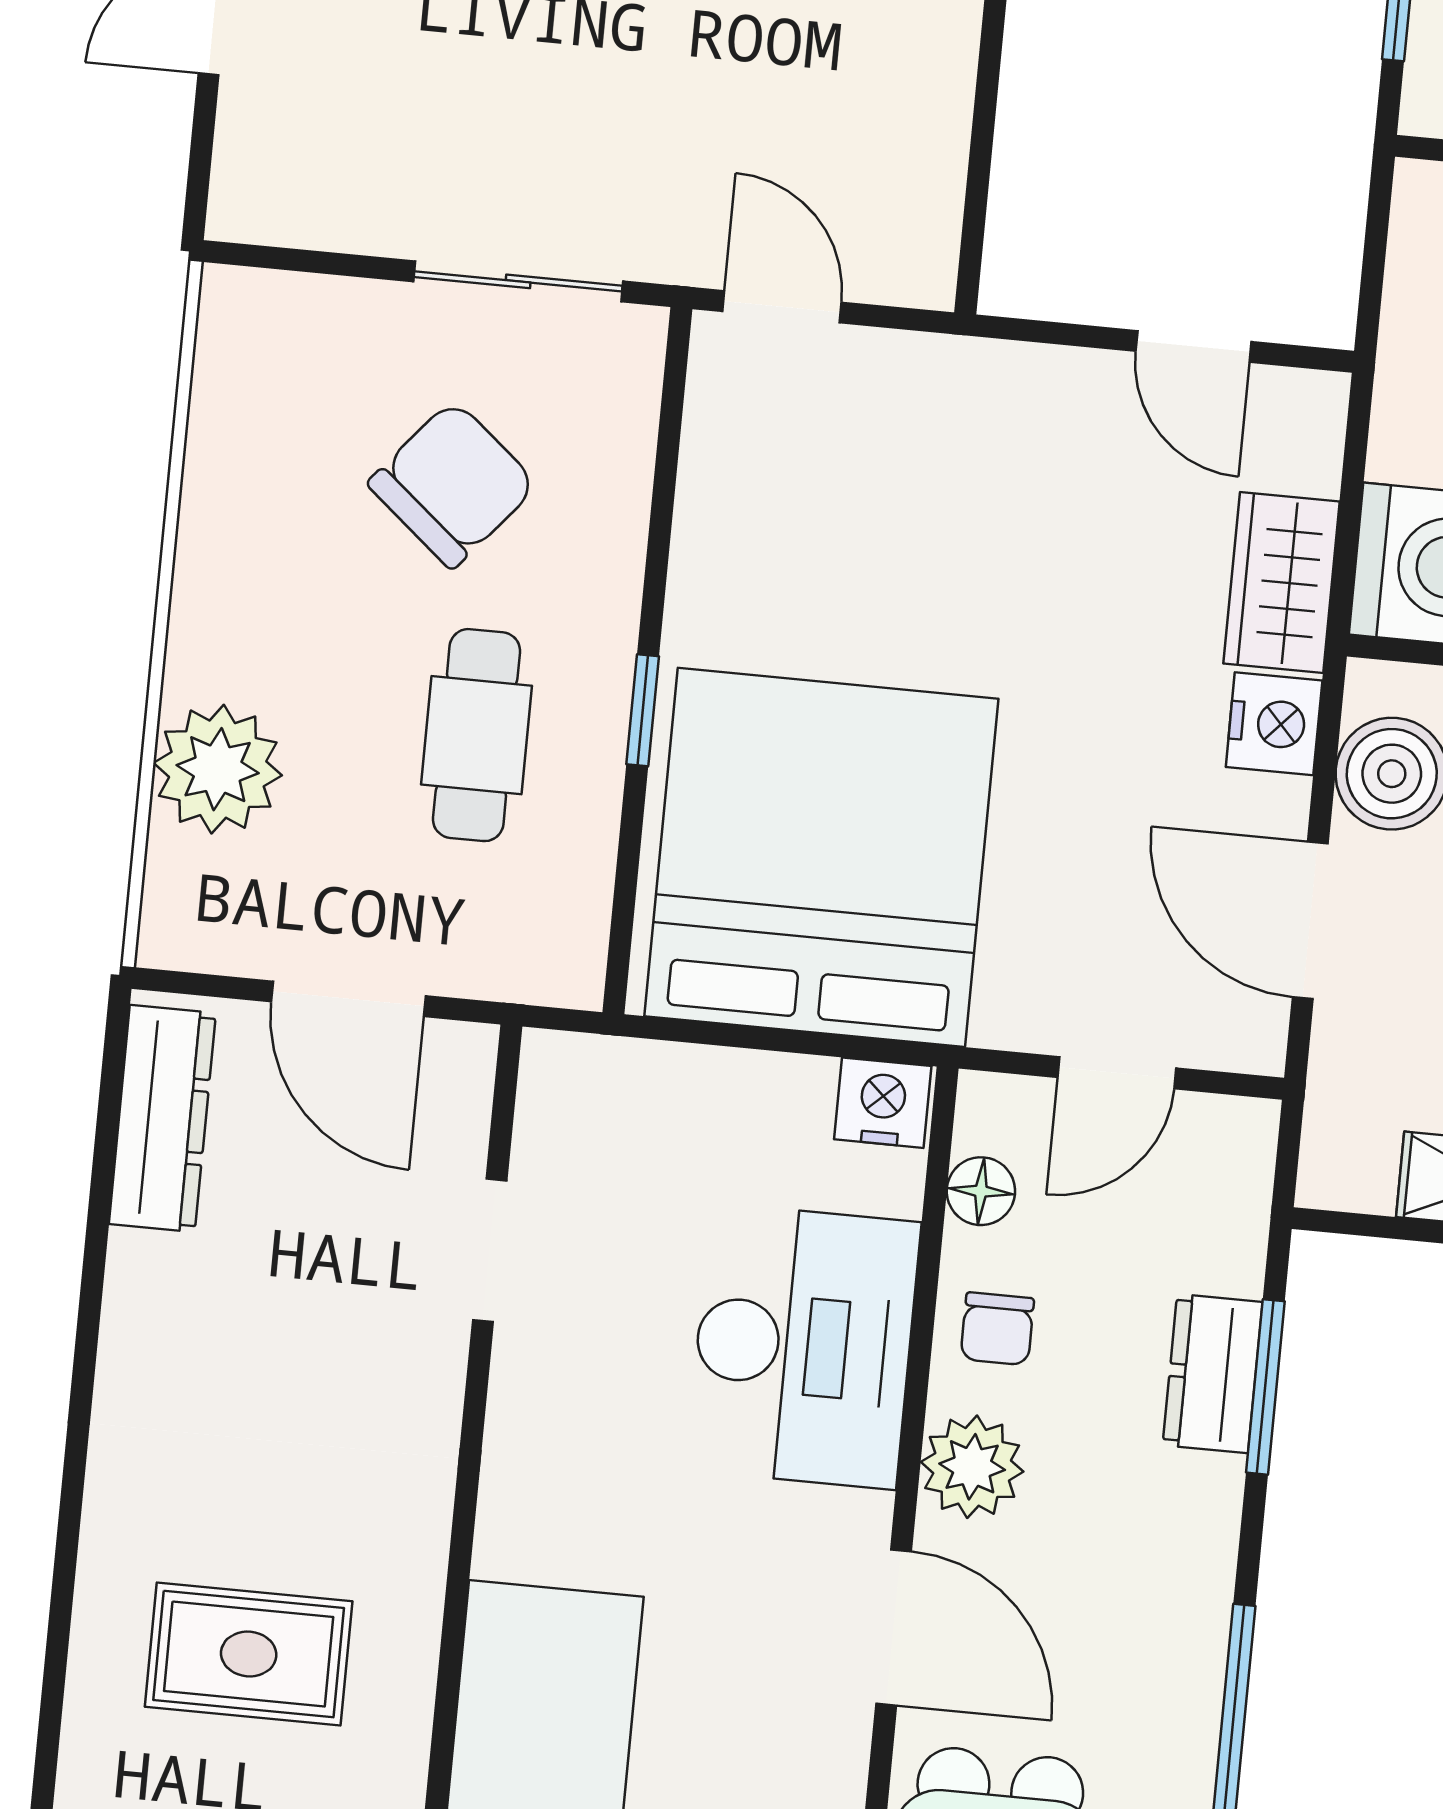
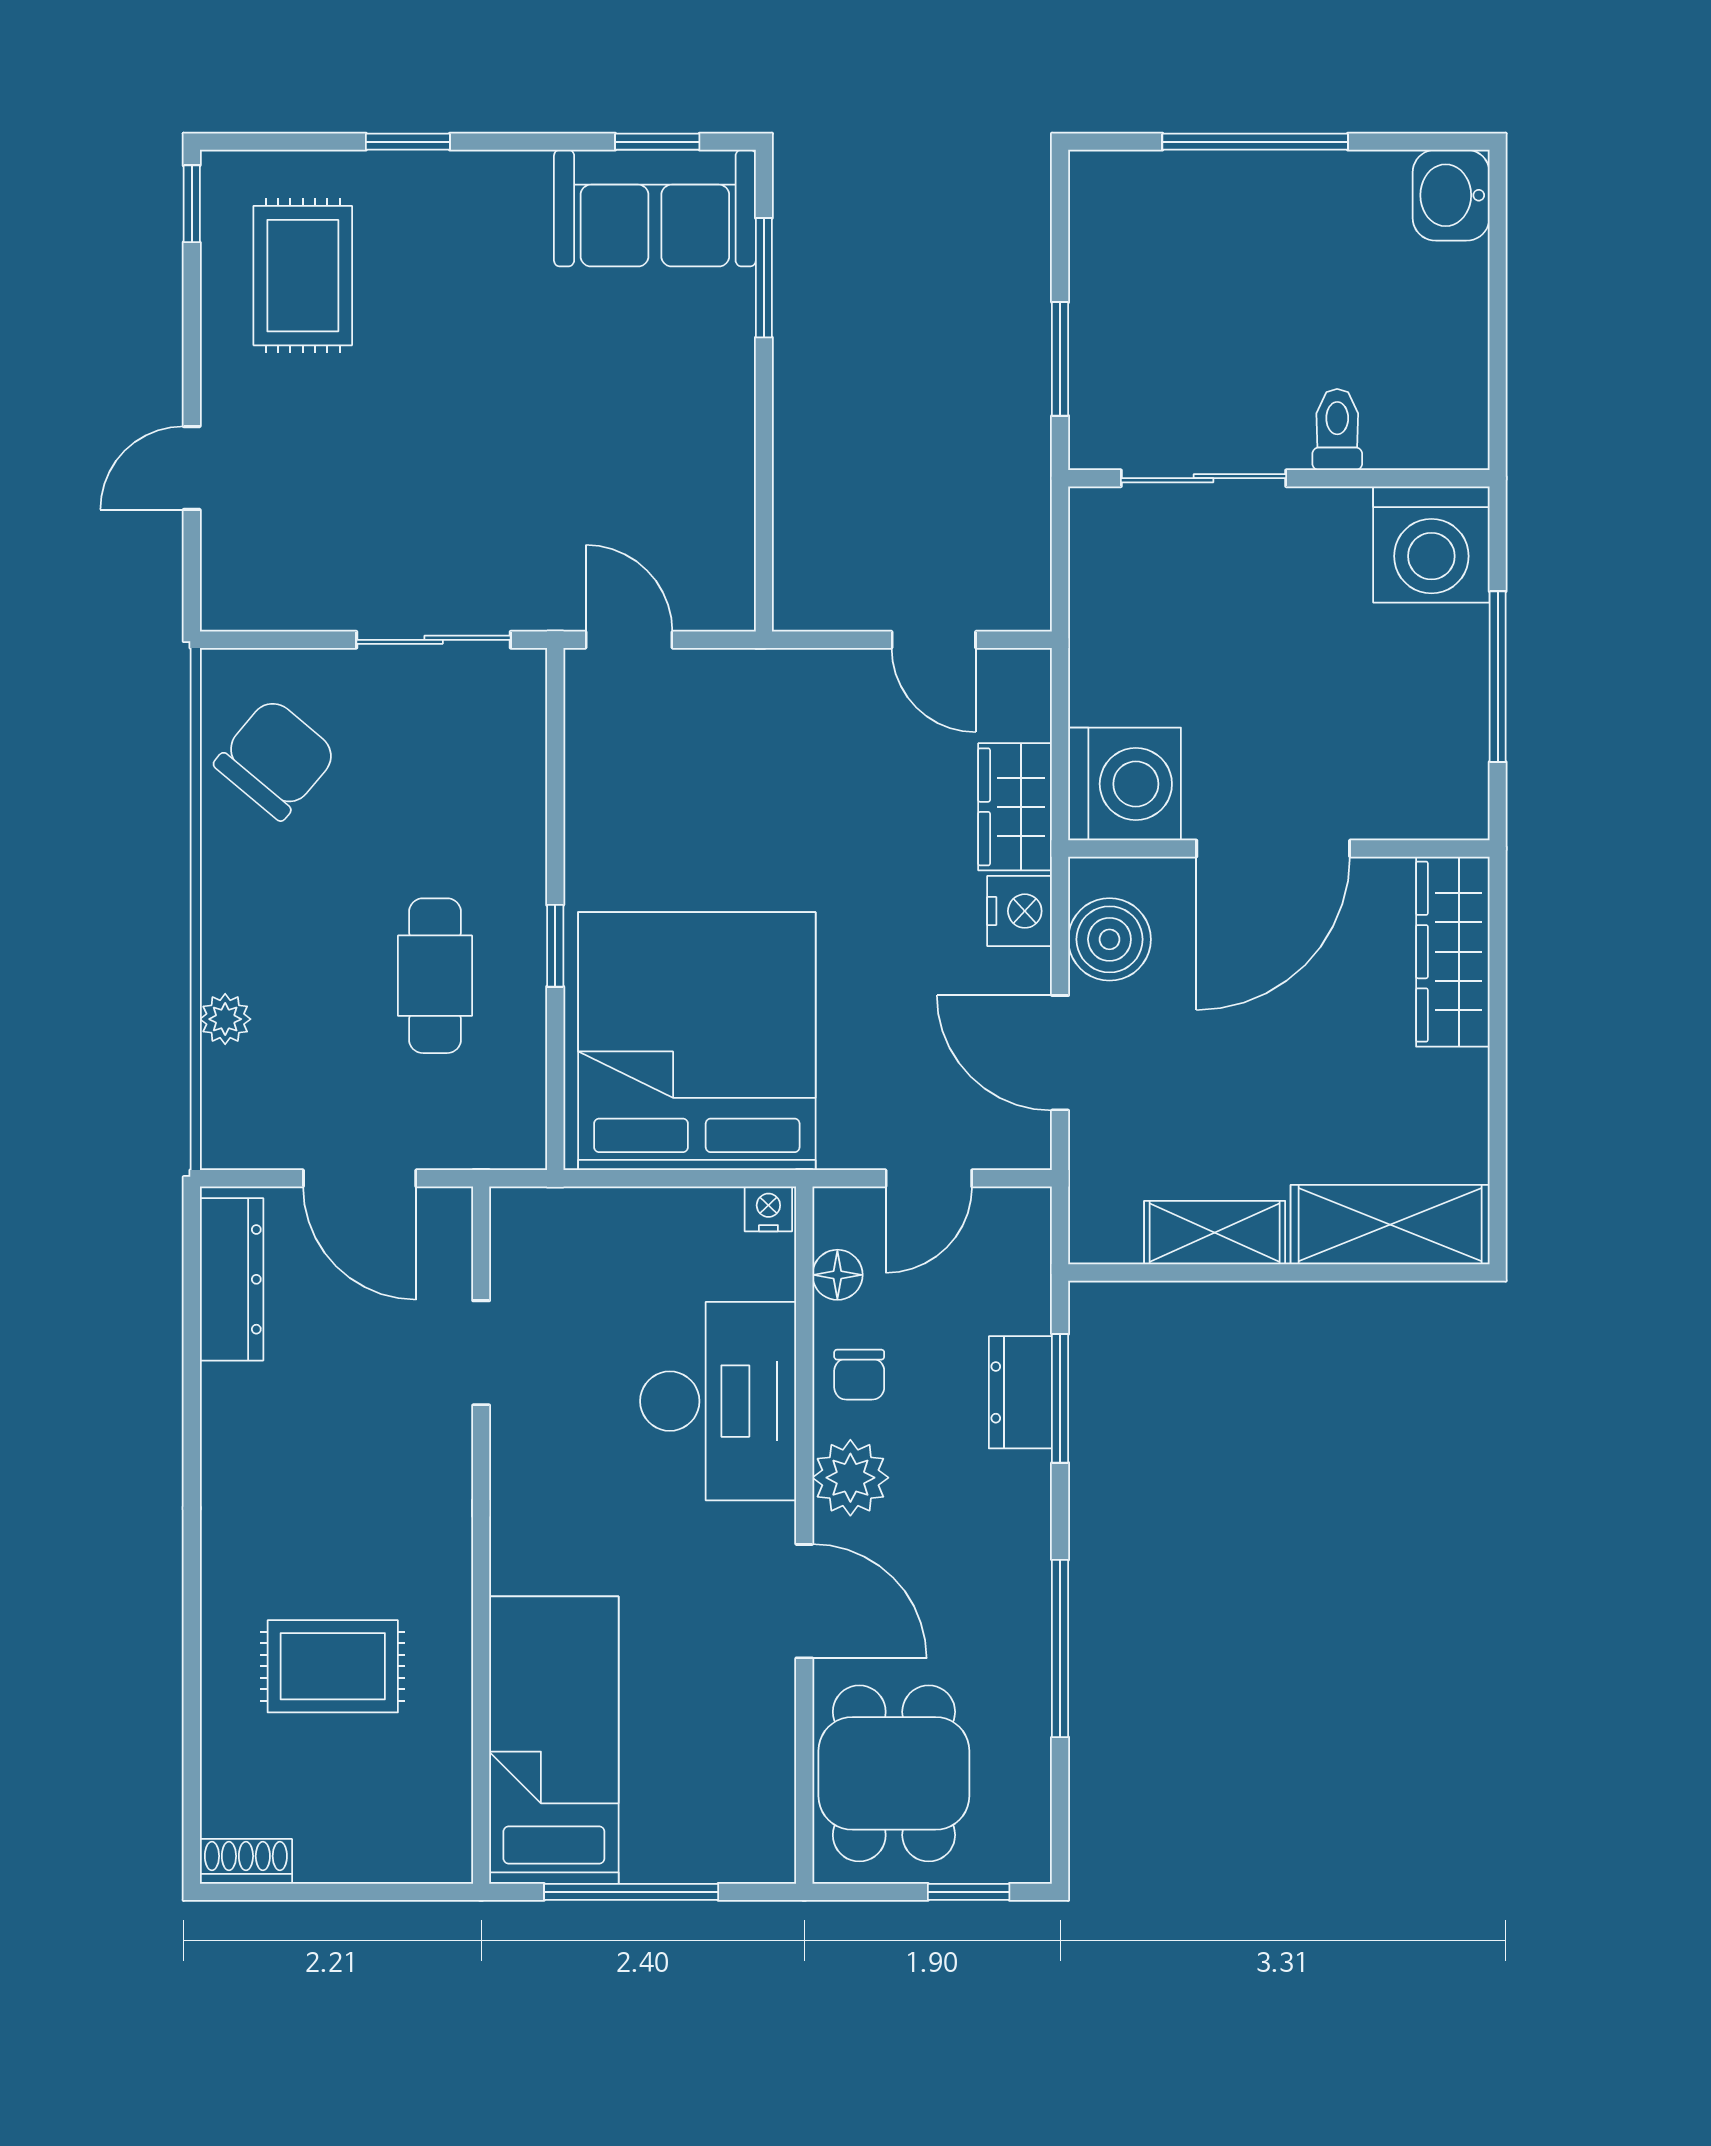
chair: (453, 484) -> (276, 759), moved
plant: (218, 769) -> (225, 1019), width x0.53, depth x0.53
nightstand: (883, 1103) -> (768, 1209), width x0.72, depth x0.74

